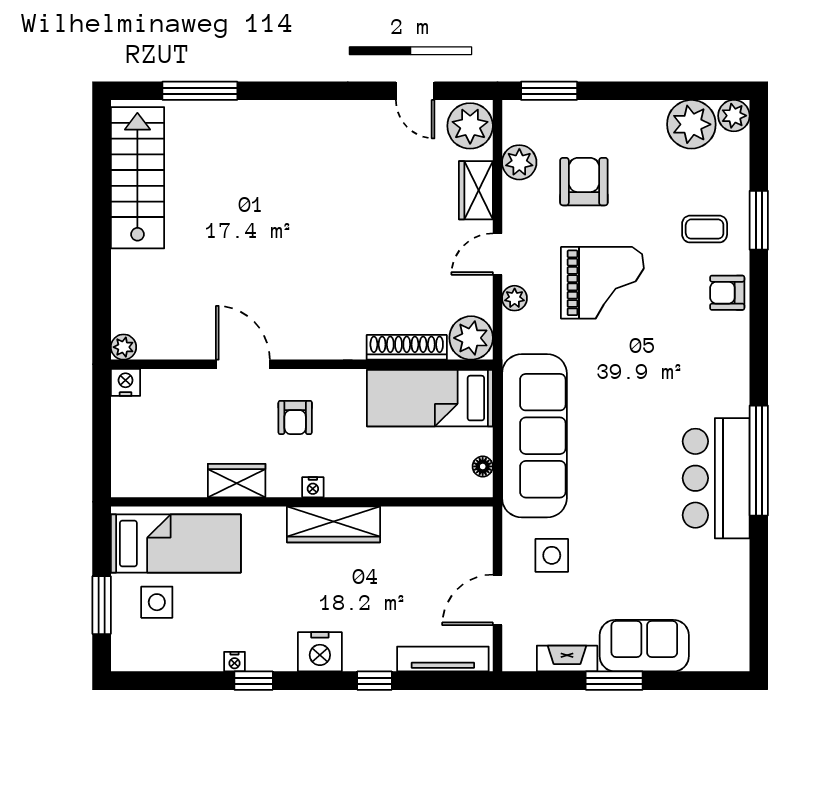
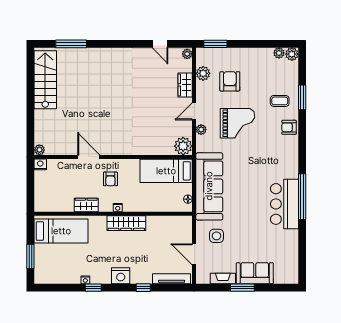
plant: (691, 124) -> (279, 53), width x0.53, depth x0.53
plant: (470, 126) -> (187, 54), width x0.53, depth x0.53
shoe rack: (407, 347) -> (157, 150), removed
door: (497, 600) -> (194, 254), hinge flipped
side table: (157, 602) -> (53, 255), removed

